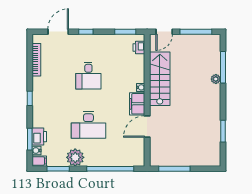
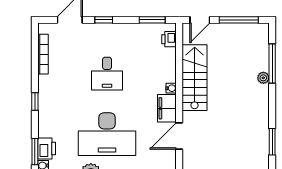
desk: (88, 125) -> (107, 134), width x1.36, depth x1.30

